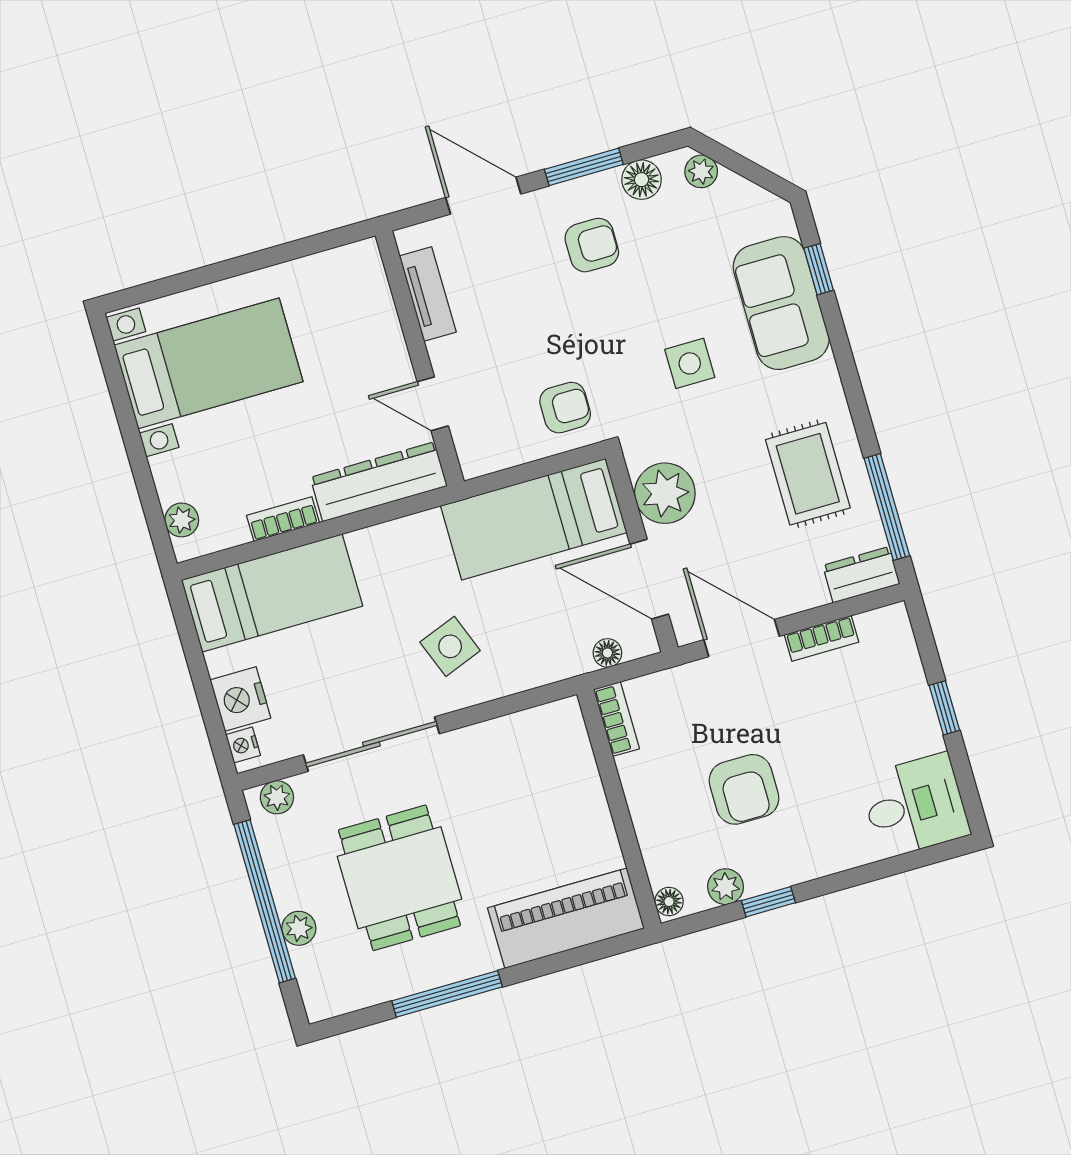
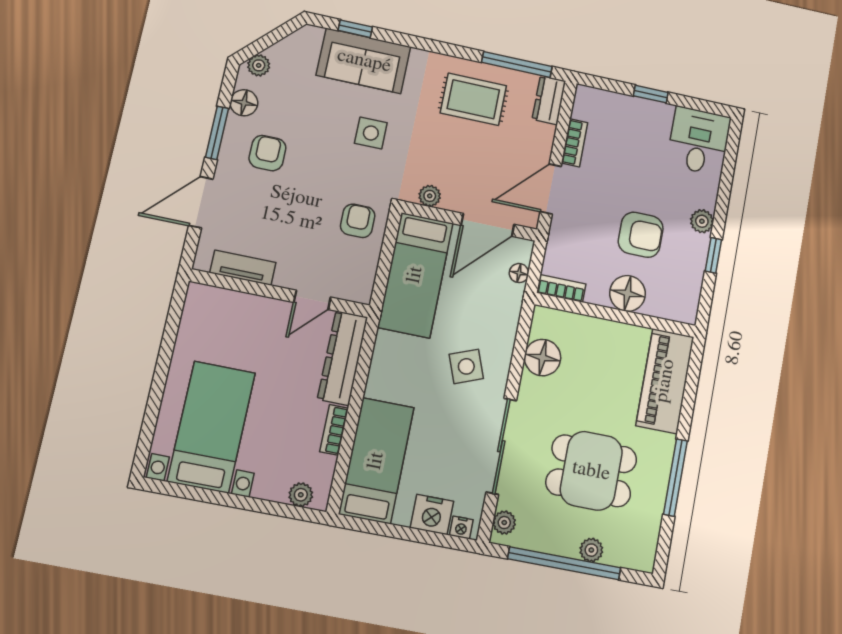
plant: (665, 493) -> (430, 196), width x0.53, depth x0.53
floor lamp: (513, 740) -> (543, 358), added
plant: (725, 887) -> (702, 221), moved
floor lamp: (669, 902) -> (628, 293), moved, width x1.89, depth x1.89

